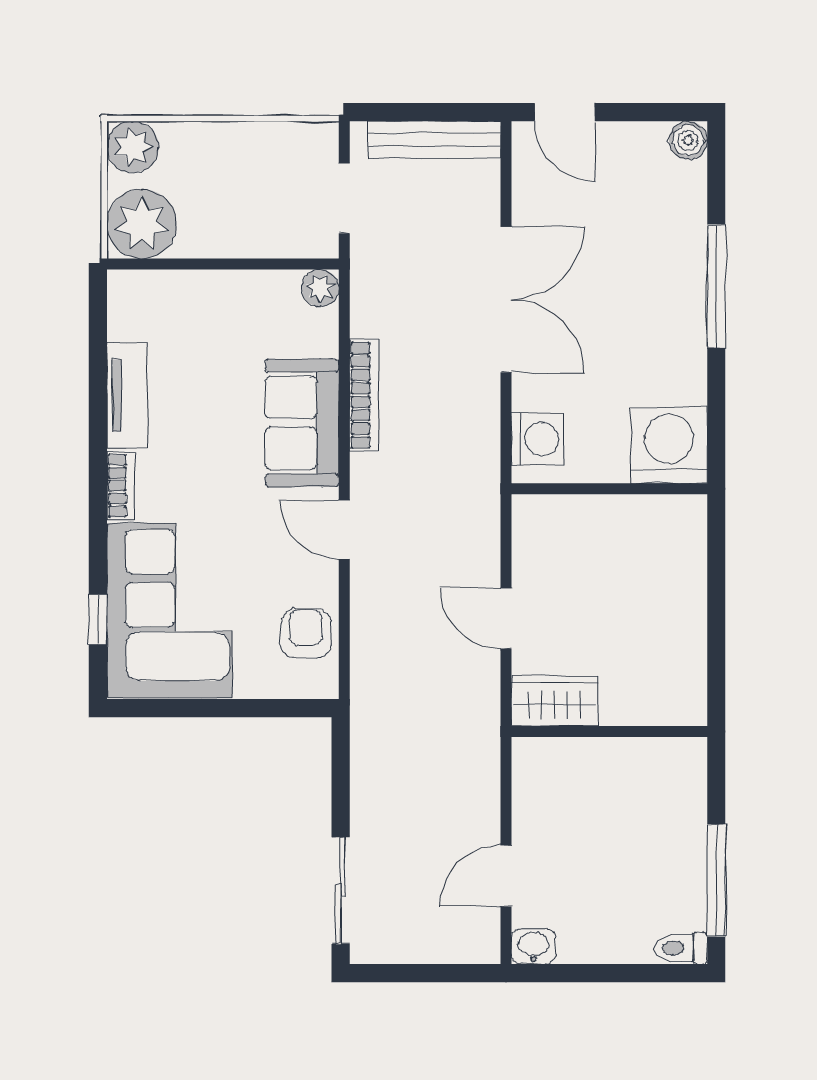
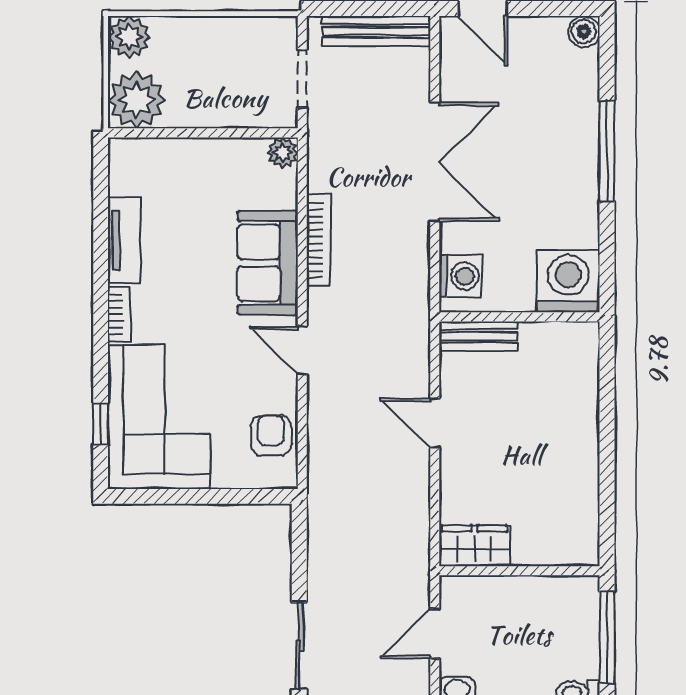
bench: (559, 512) -> (478, 336), added
wardrobe: (555, 701) -> (475, 546), moved
wall: (609, 731) -> (519, 571), moved

